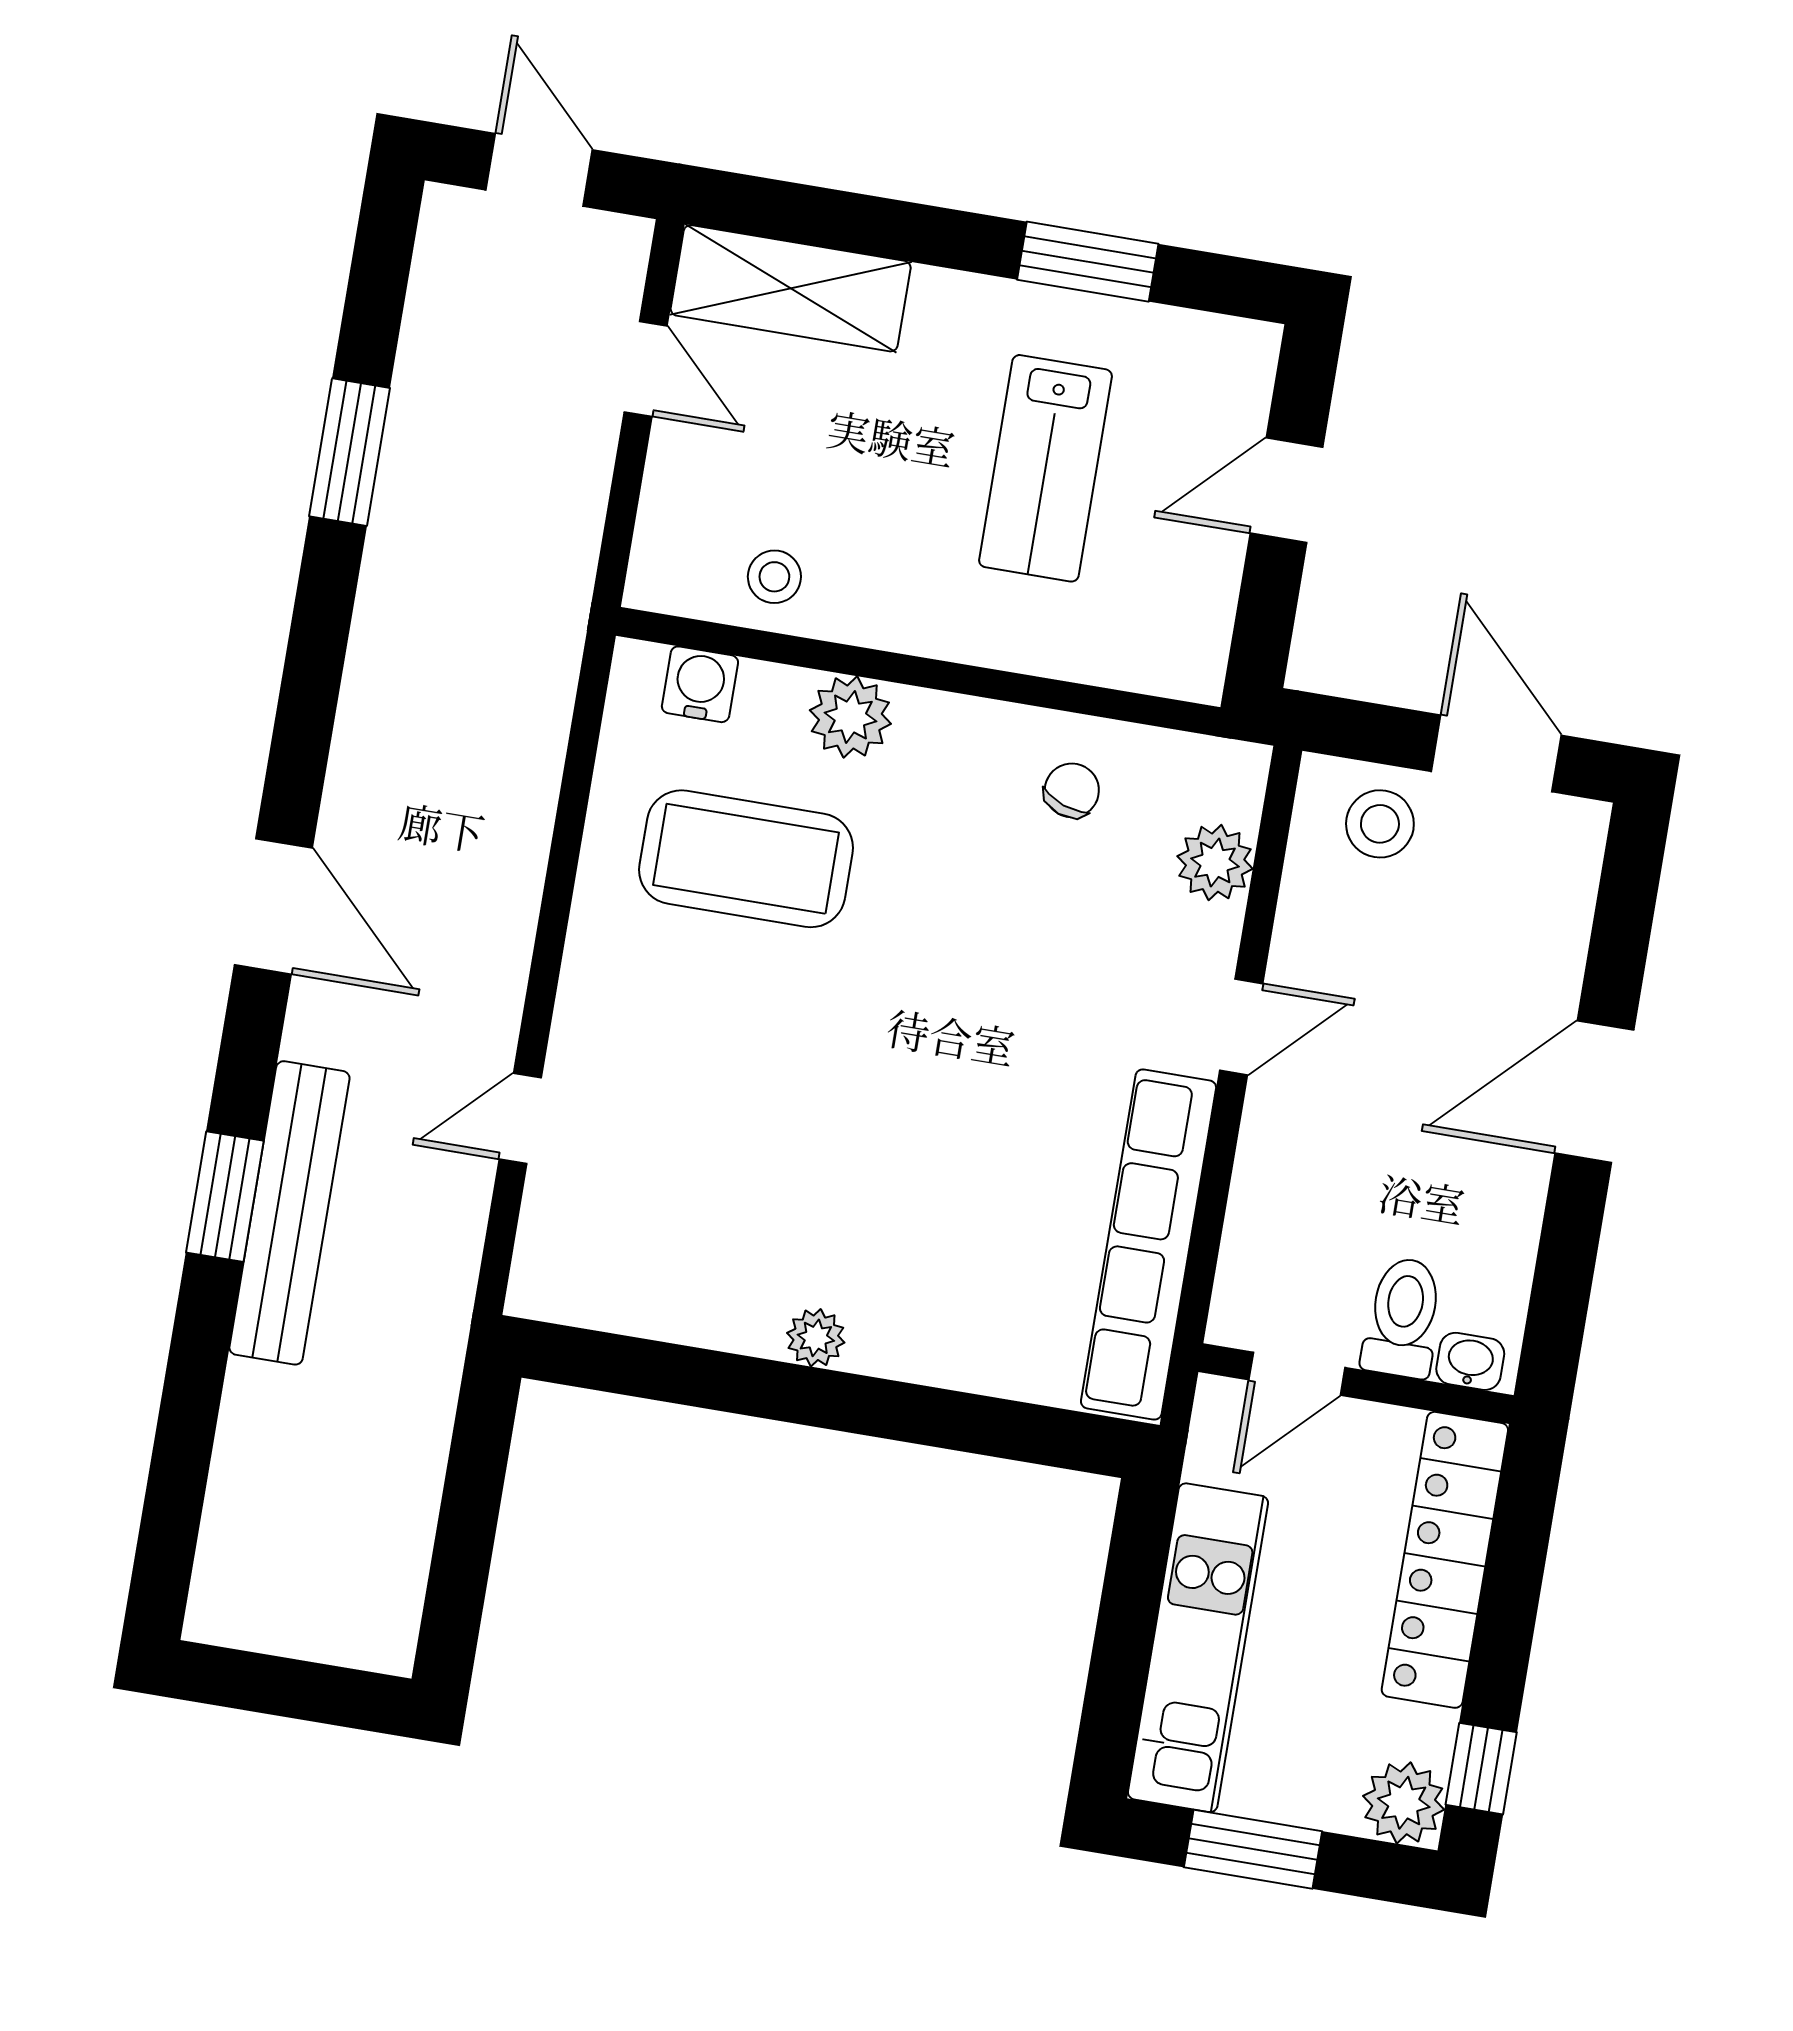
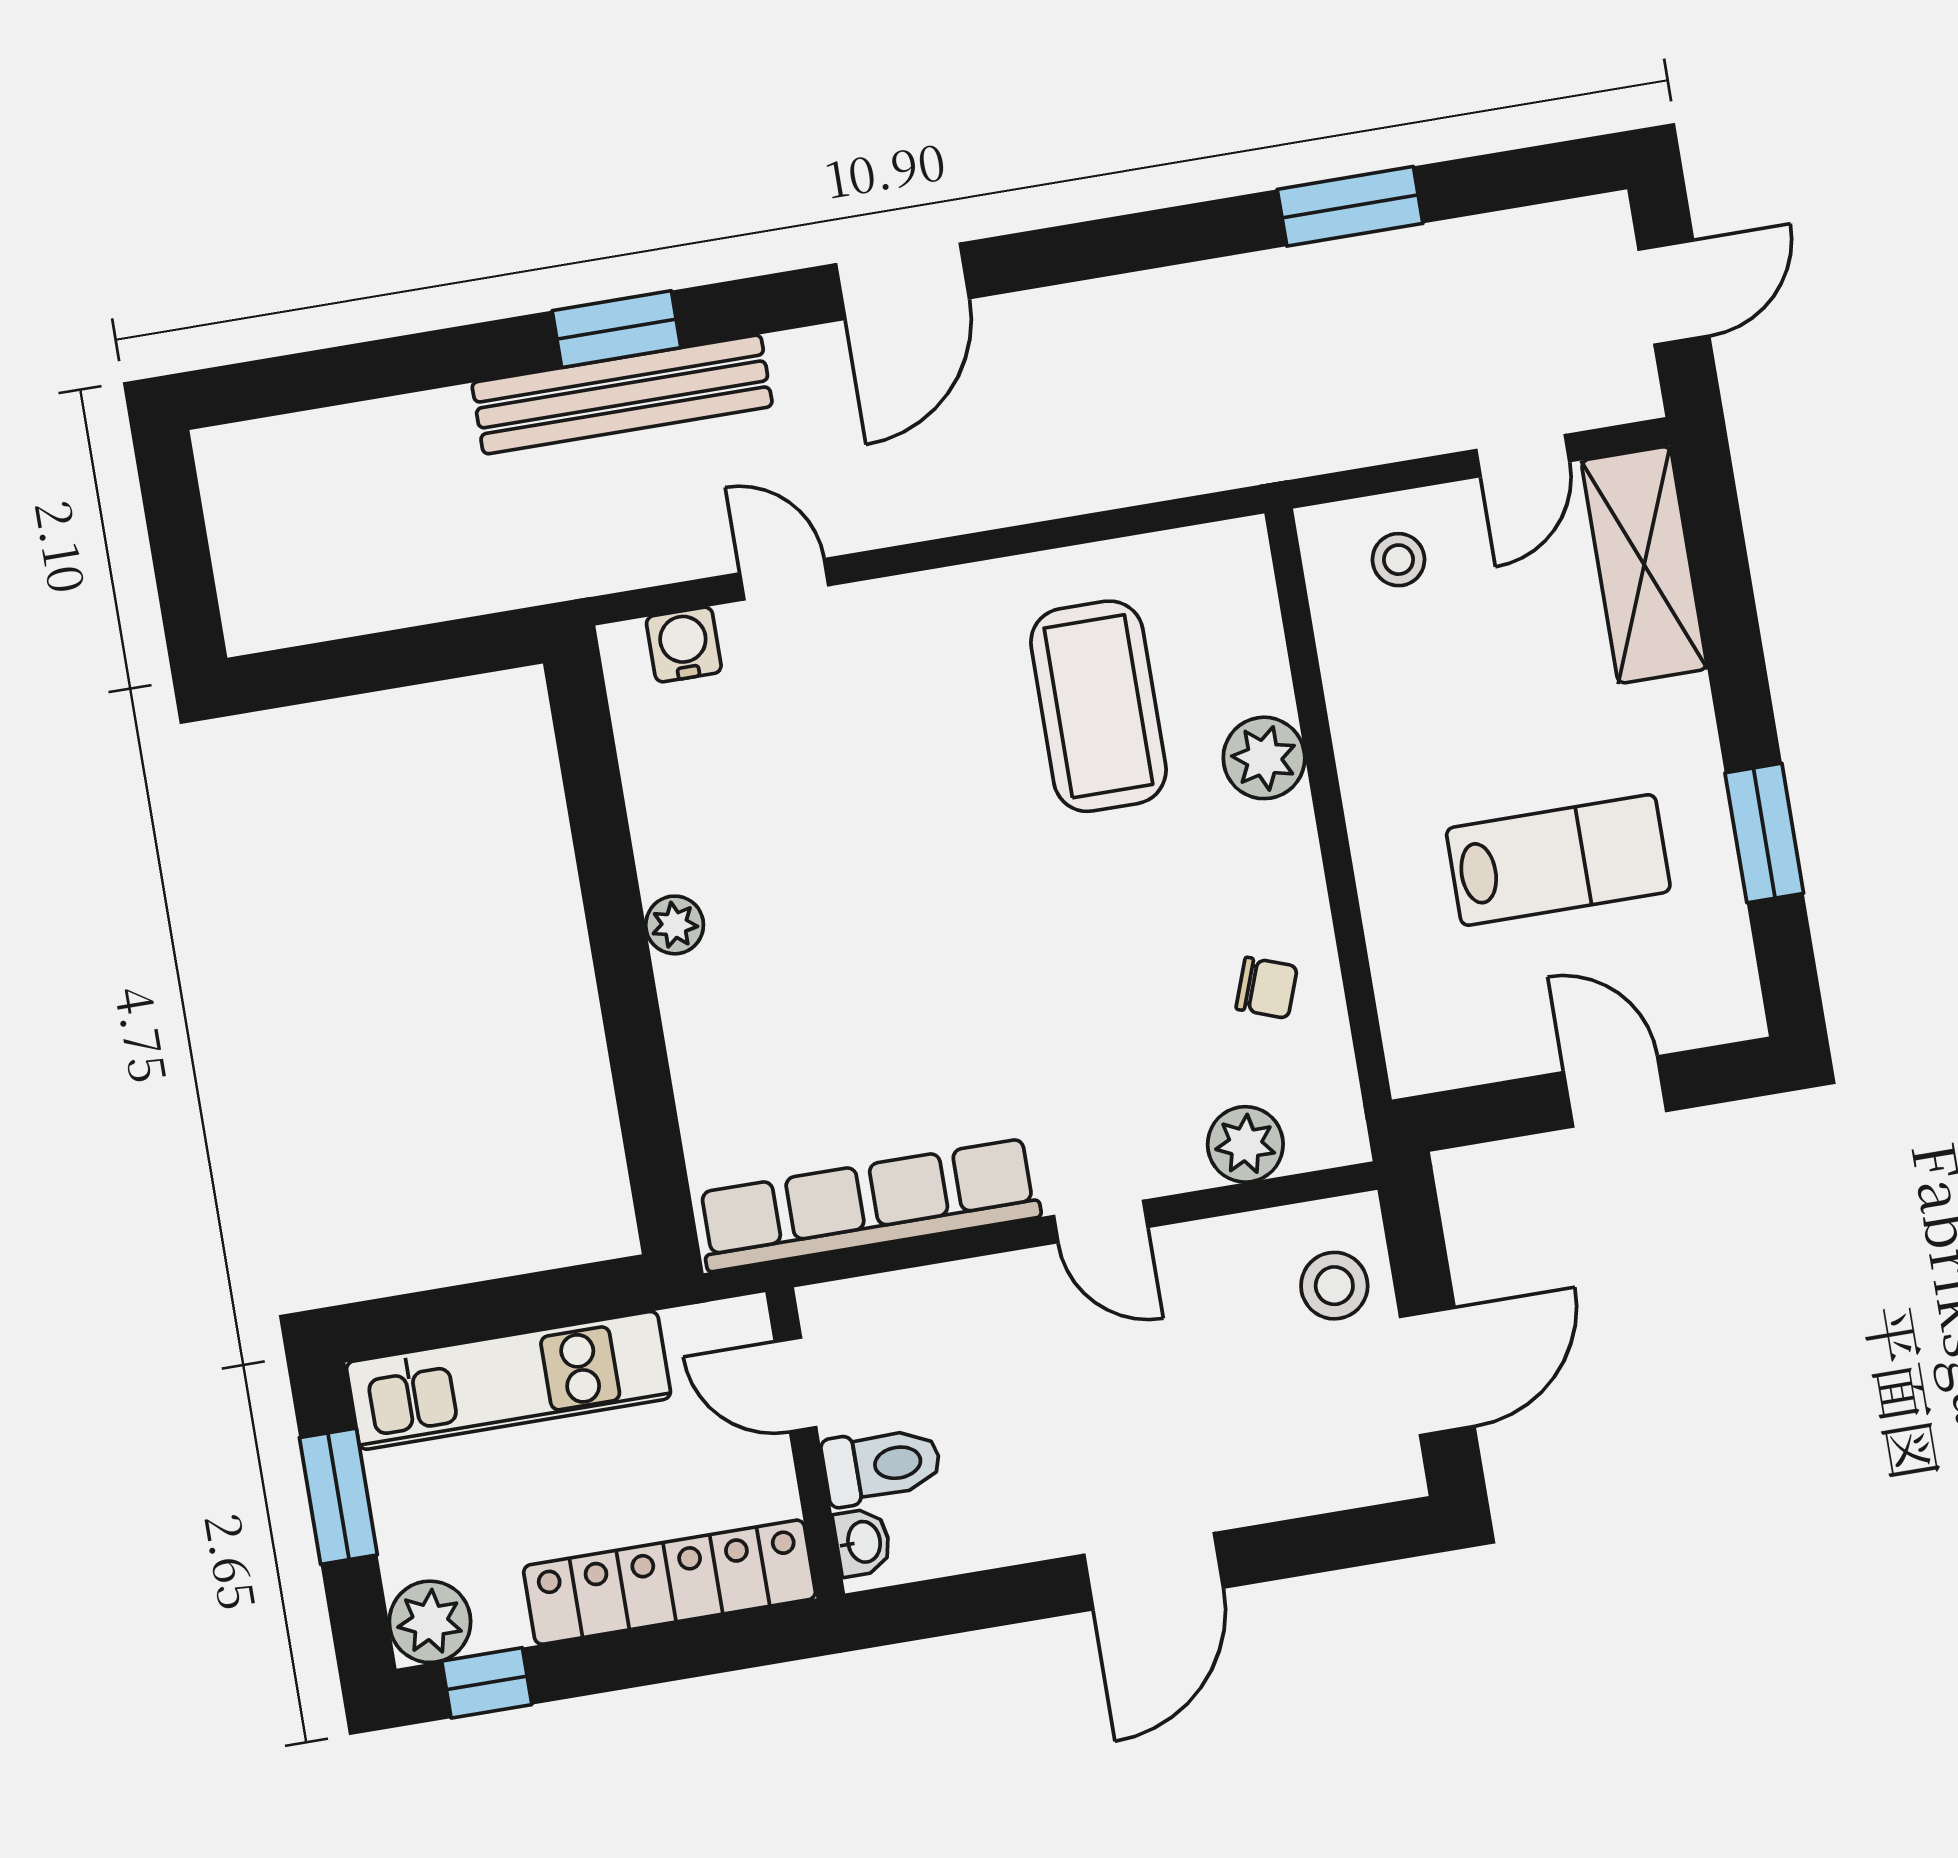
lab bench: (1046, 468) -> (1558, 860), turned 180
stool: (774, 577) -> (1398, 560), moved
water cooler: (700, 684) -> (684, 645), moved, turned -90
door: (1594, 1092) -> (1154, 1571), swing flipped

